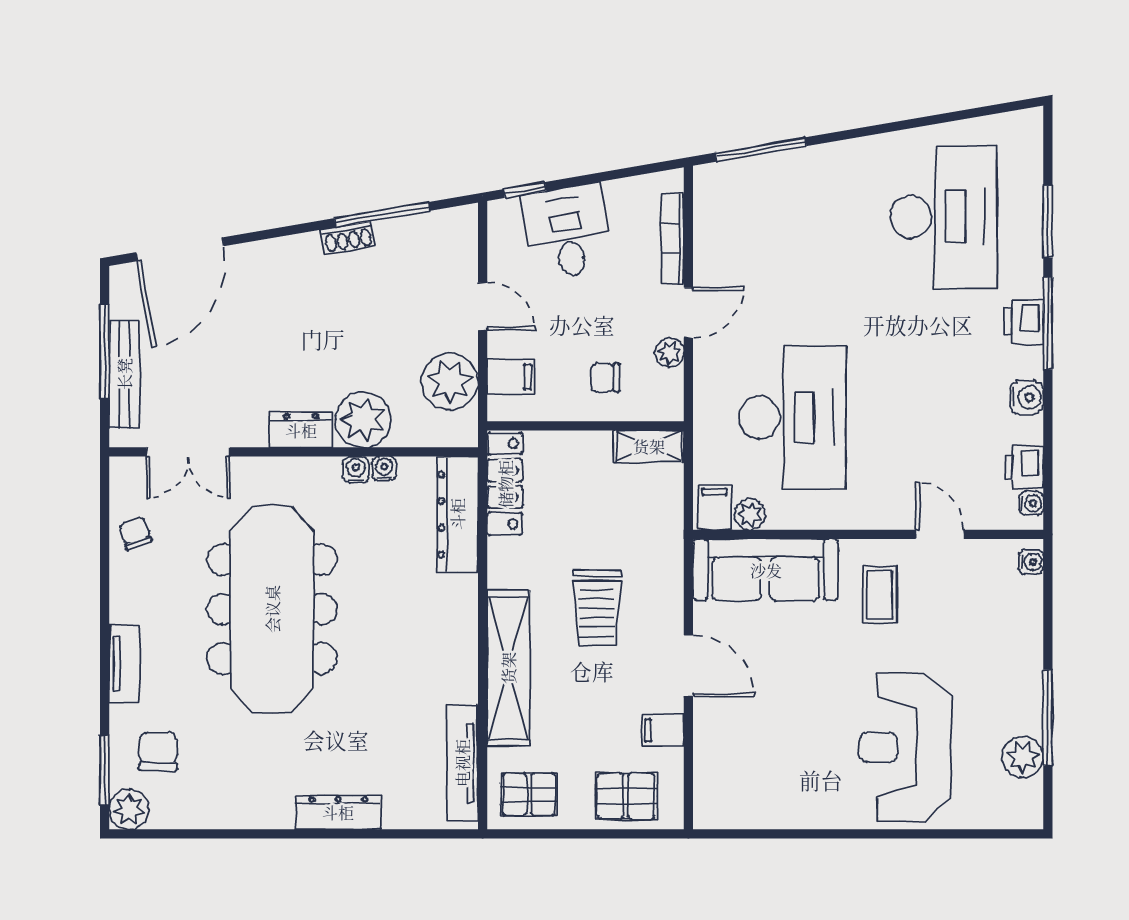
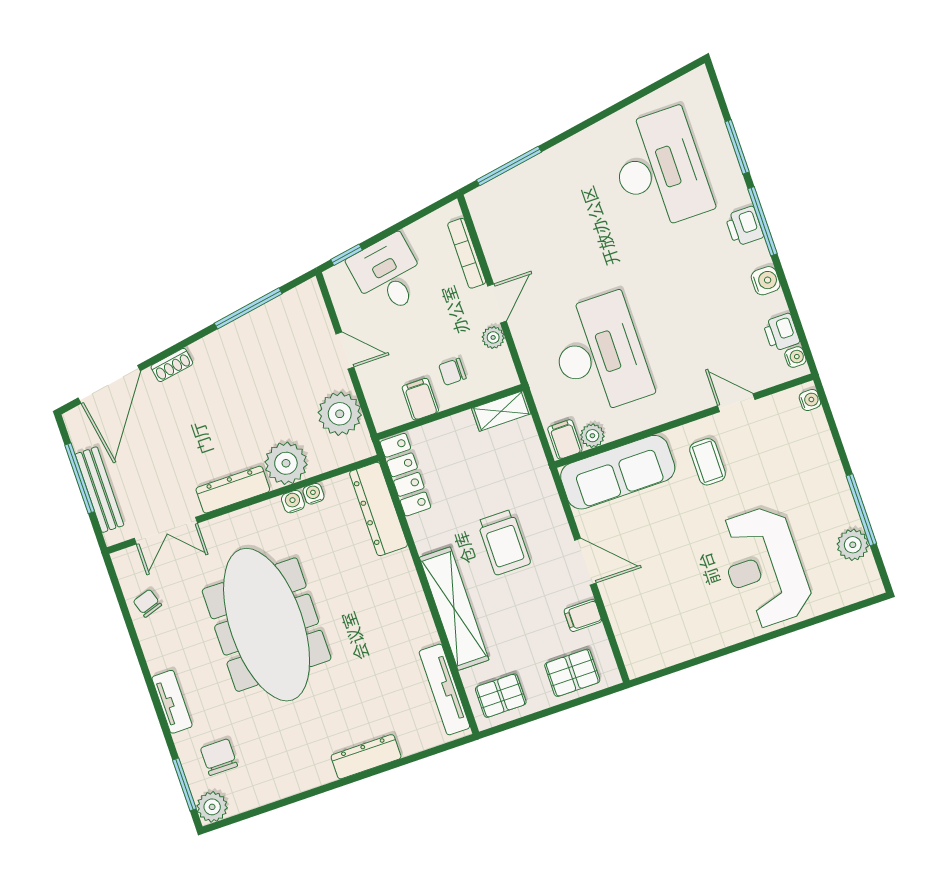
shoe rack: (348, 238) -> (172, 365), moved
filing cabinet: (511, 377) -> (420, 399), moved, turned -90
dresser: (301, 430) -> (233, 490), width x1.44

